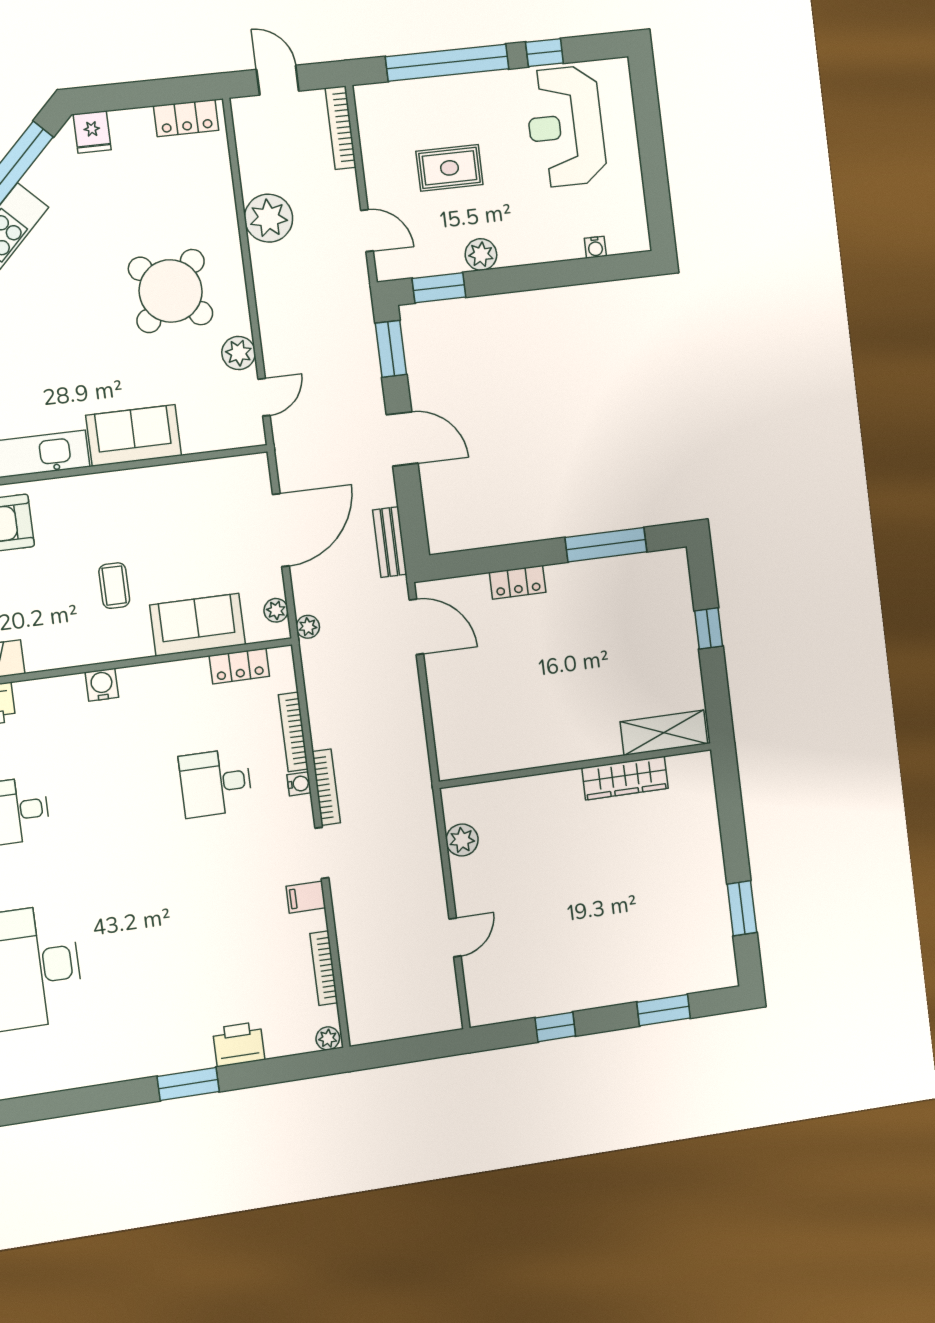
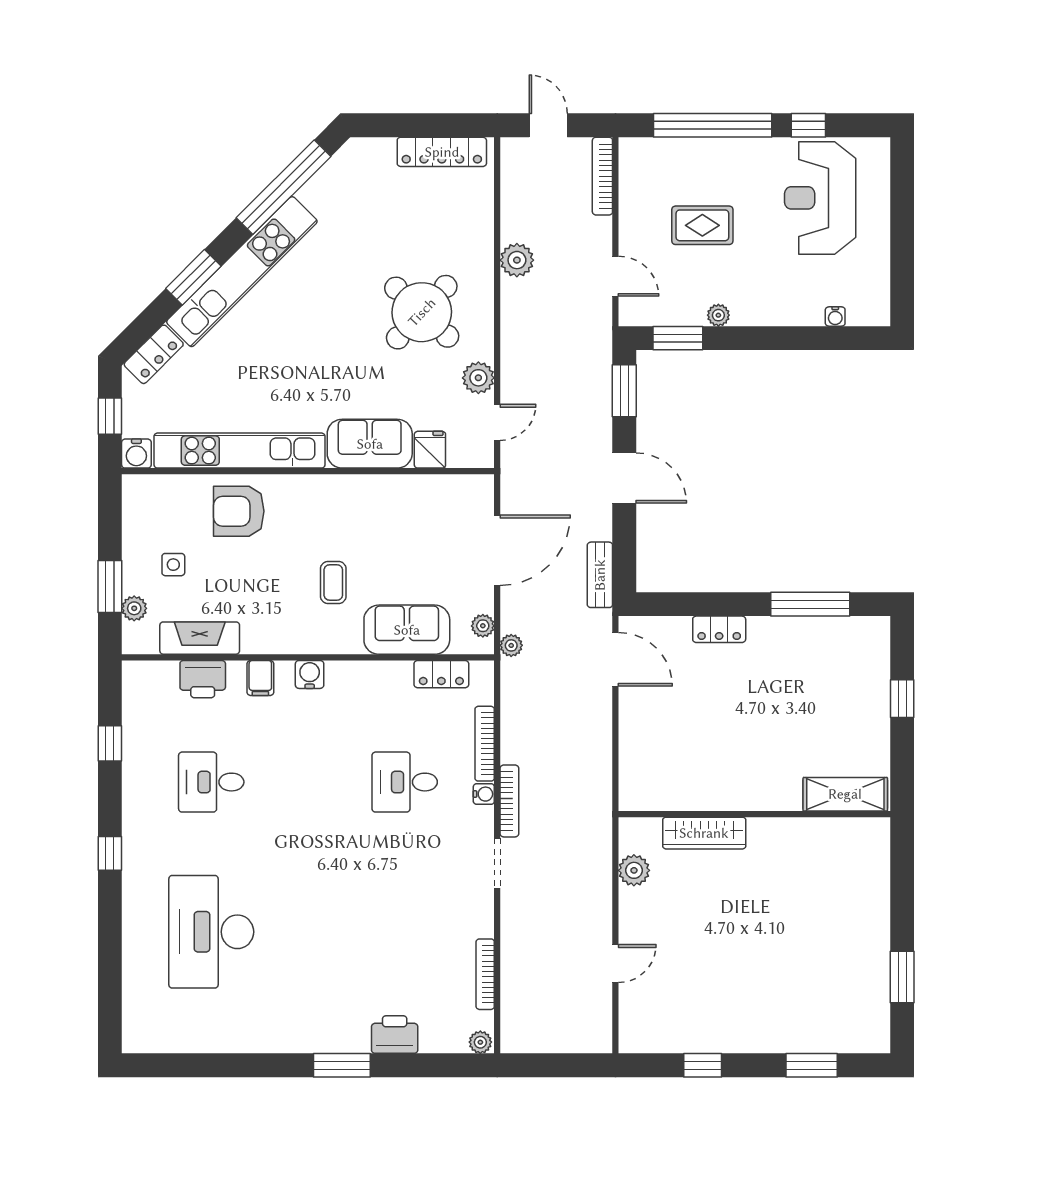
locker: (186, 118) -> (442, 152), width x1.53
fridge: (92, 132) -> (430, 450), moved, turned 180
plant: (269, 218) -> (517, 260), width x0.73, depth x0.73
plant: (481, 254) -> (718, 315), width x0.73, depth x0.73
wardrobe: (625, 778) -> (704, 833), moved
filing cabinet: (306, 897) -> (260, 678), moved, turned -90

